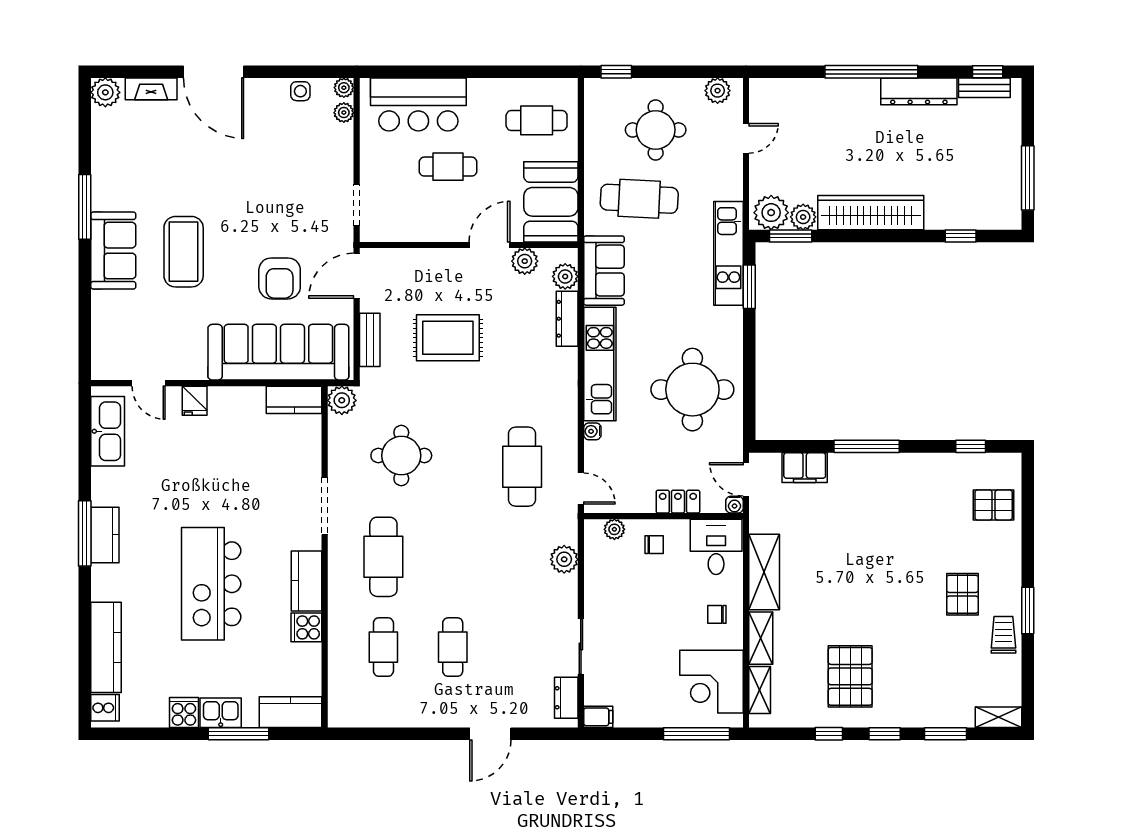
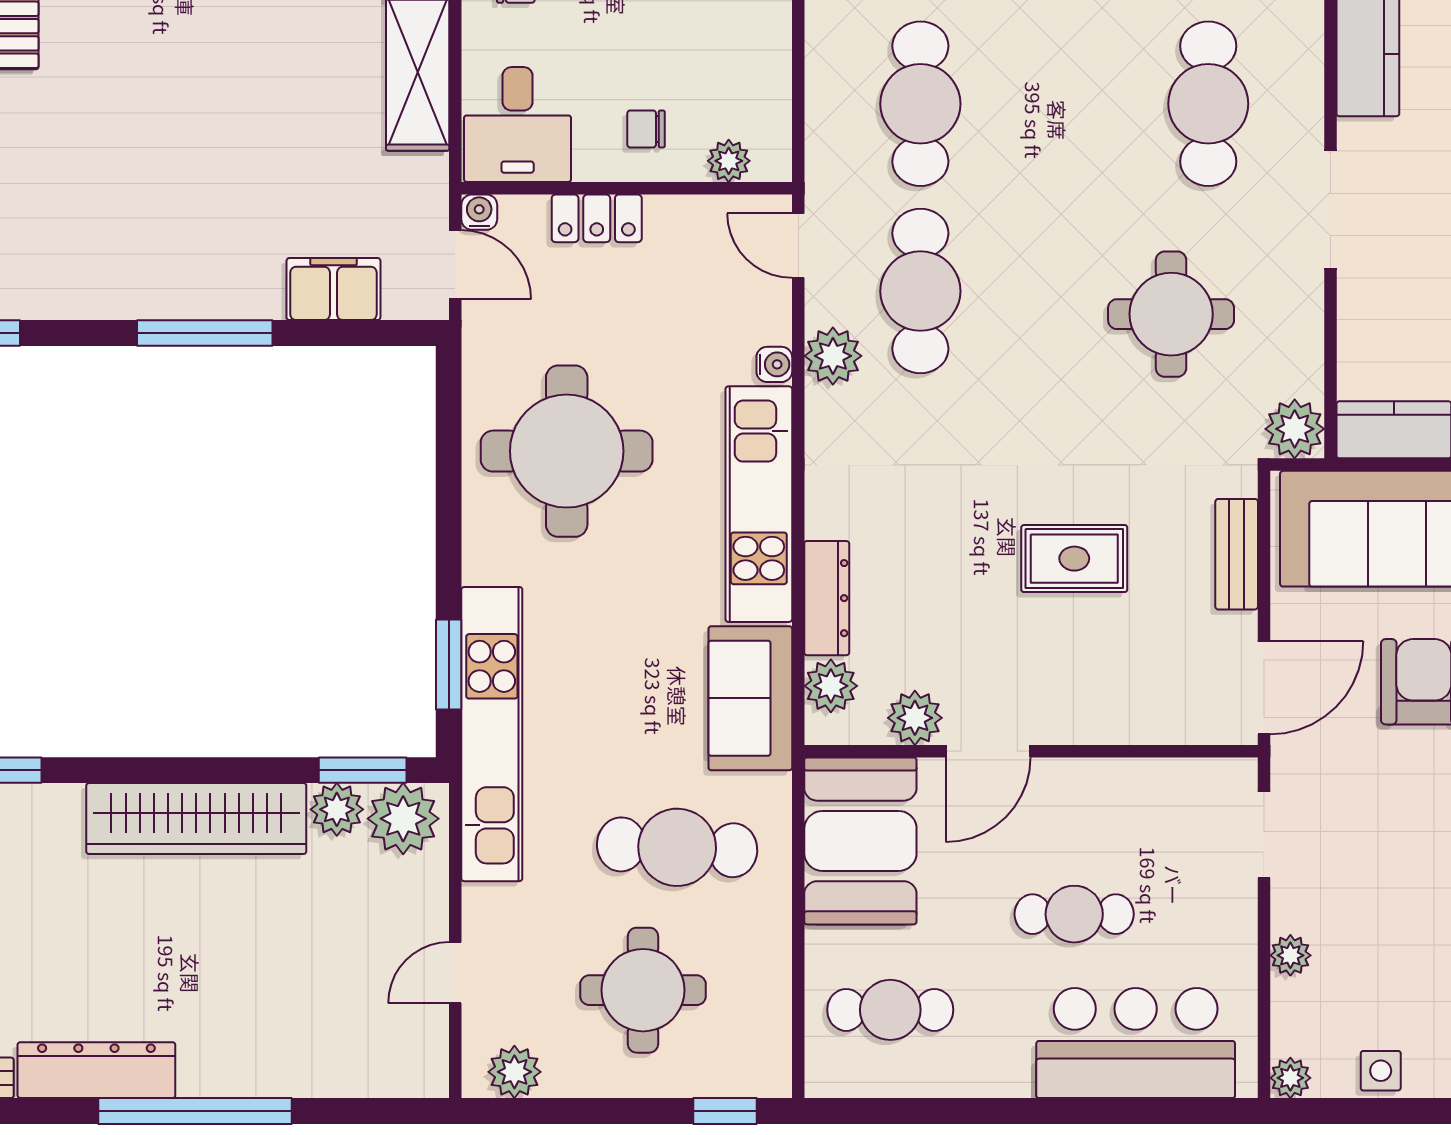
plant: (344, 113) -> (1290, 955), moved
kitchen unit: (728, 253) -> (492, 734), width x1.36
rug: (448, 338) -> (1074, 559), width x0.73, depth x0.70
cafe table: (522, 557) -> (920, 104), added
plant: (564, 559) -> (833, 356), moved

